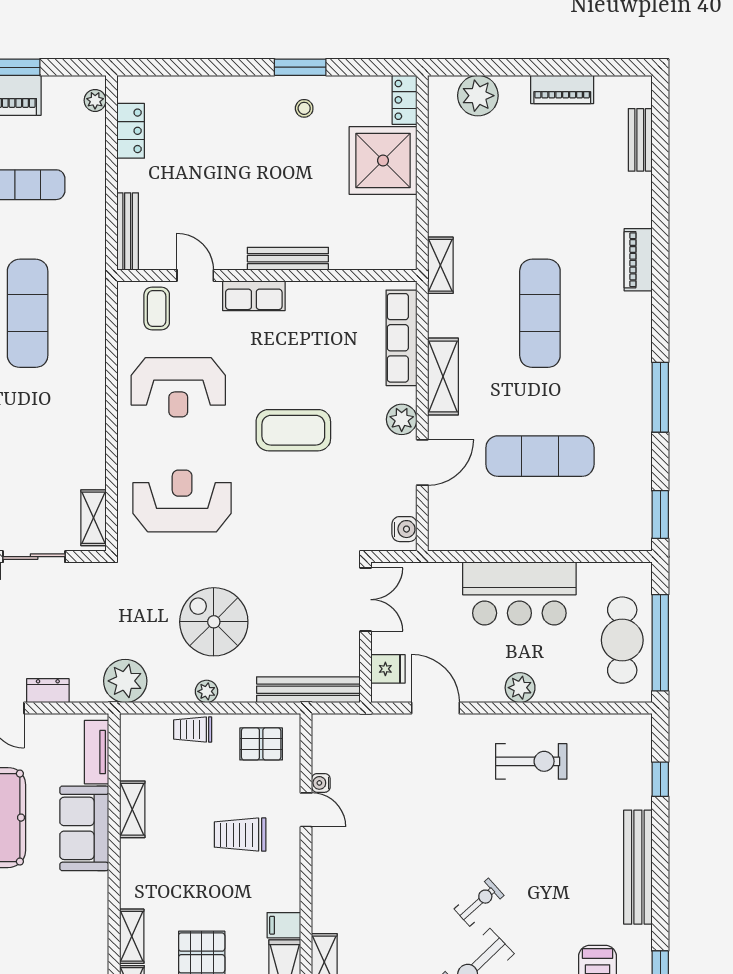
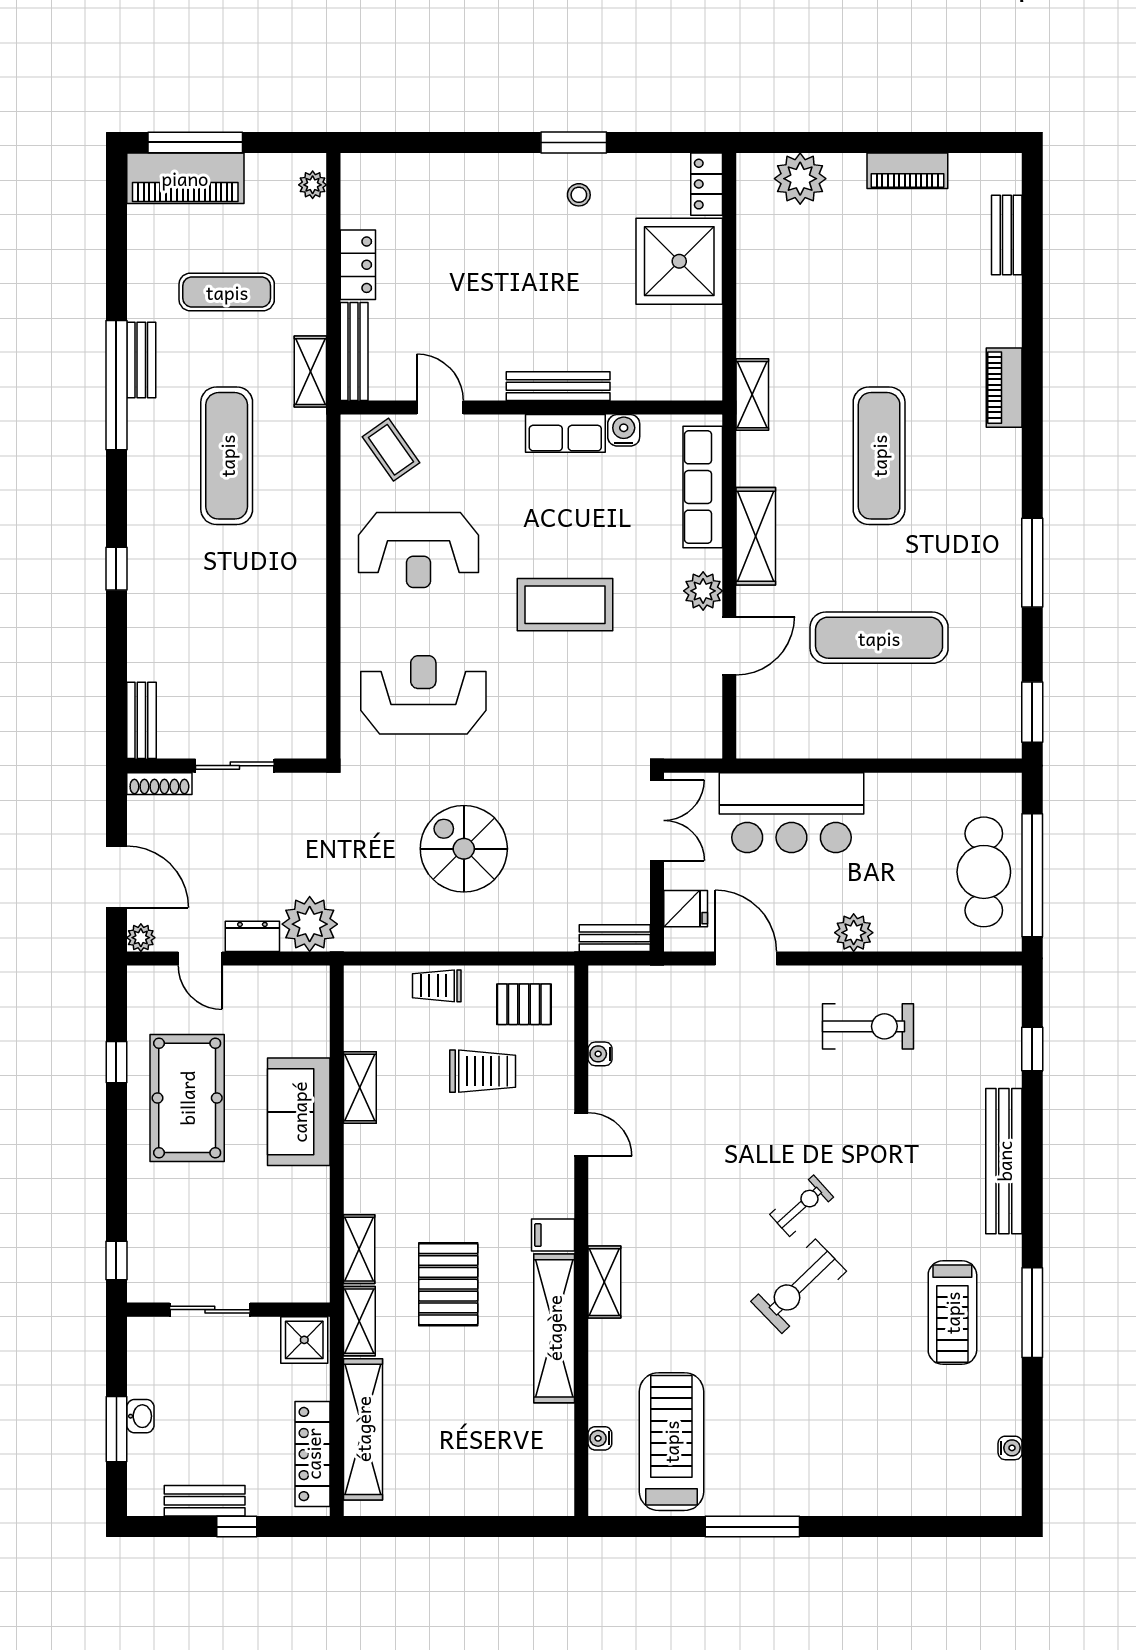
locker: (131, 131) -> (358, 265), moved
row of seats: (254, 296) -> (565, 433), moved
coffee table: (157, 309) -> (391, 450), turned -35
shelving: (93, 518) -> (310, 372), moved
water cooler: (404, 529) -> (624, 430), moved, turned -90
bar counter: (519, 593) -> (791, 813), moved
plant: (125, 681) -> (310, 924), moved
bench: (308, 690) -> (615, 938), width x0.54, depth x0.82
plant: (207, 691) -> (454, 937), removed
tv unit: (97, 752) -> (314, 1015), removed
door: (306, 810) -> (581, 1134), moved
trolley: (240, 835) -> (483, 1071), moved, turned 180

